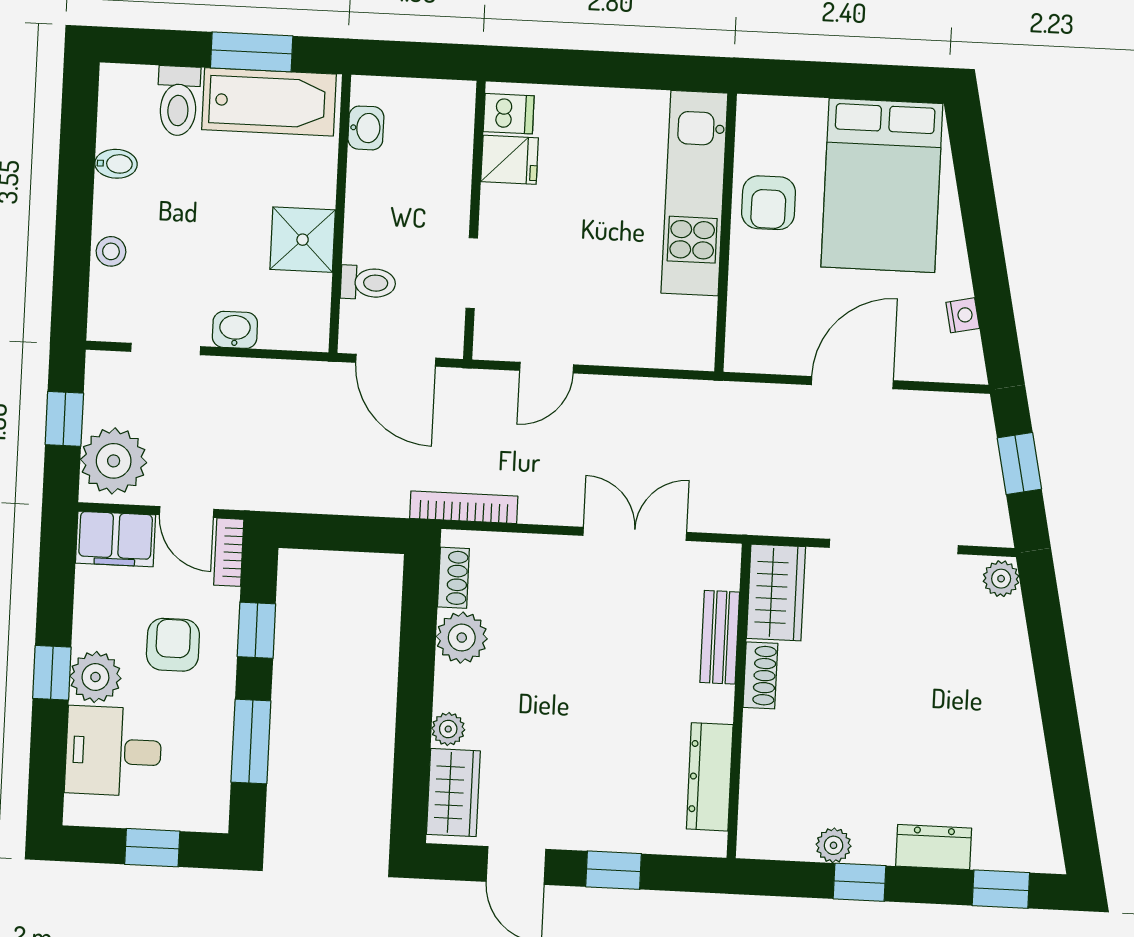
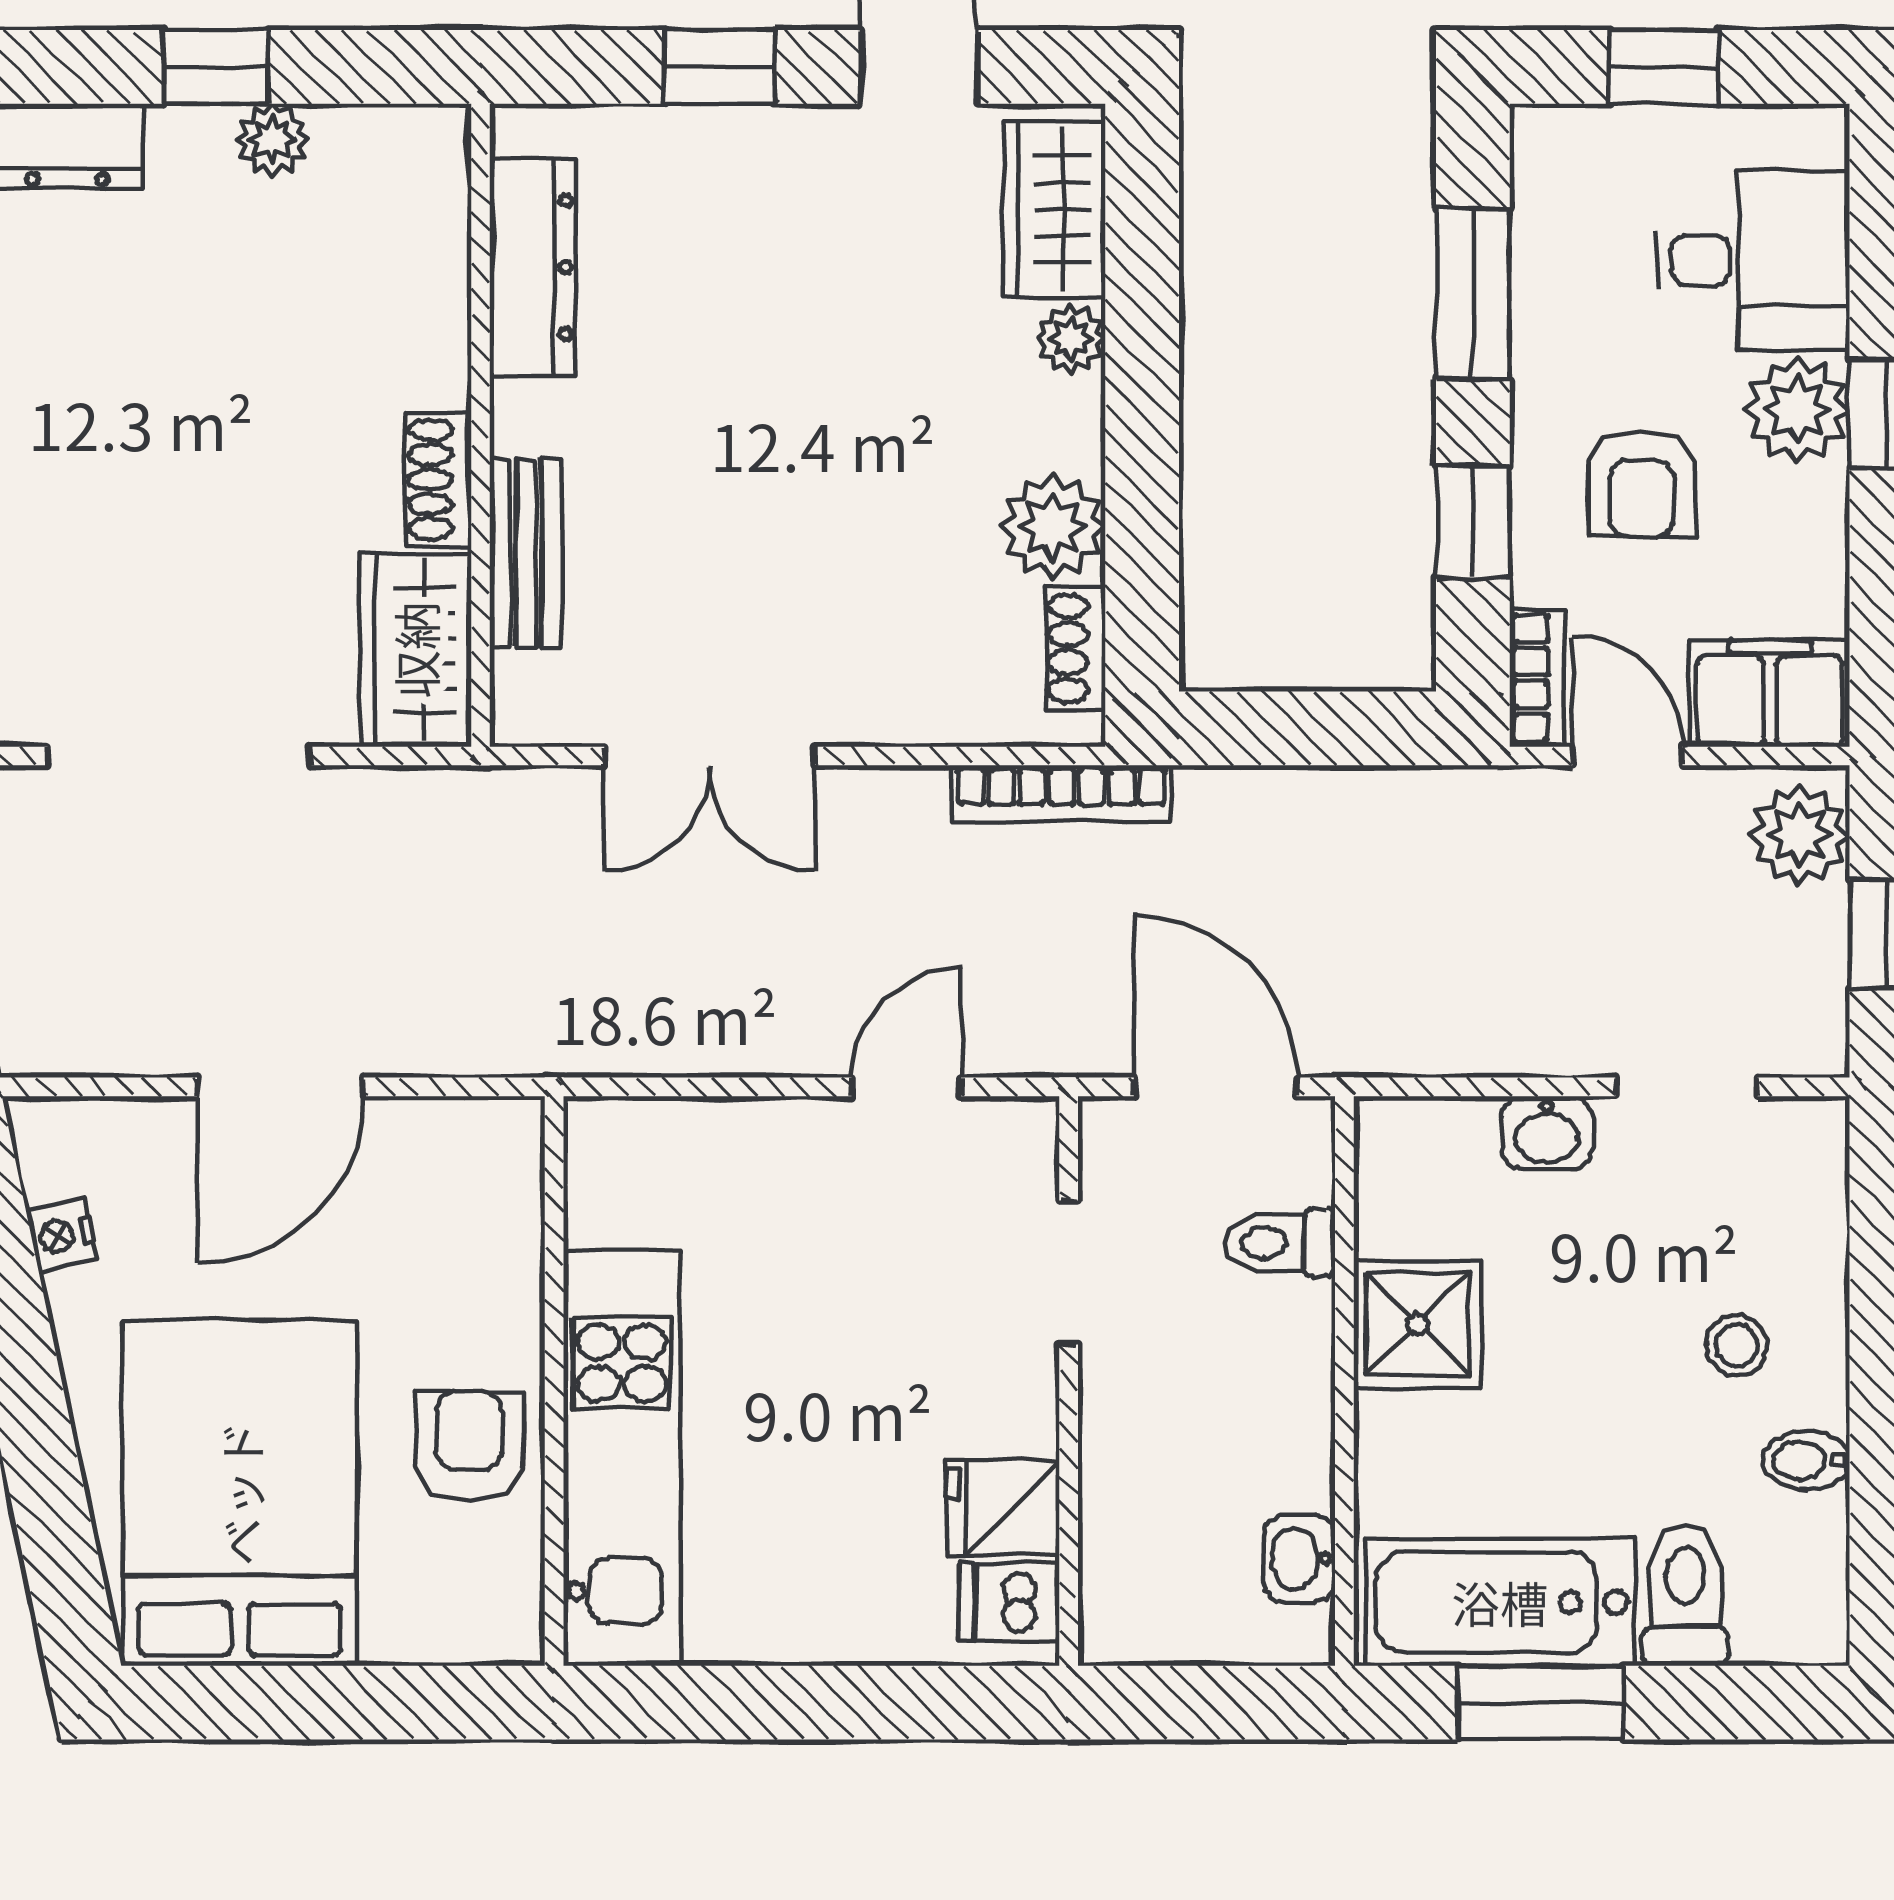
stool: (111, 251) -> (1737, 1345), moved
plant: (114, 461) -> (1800, 835), width x0.73, depth x0.73

